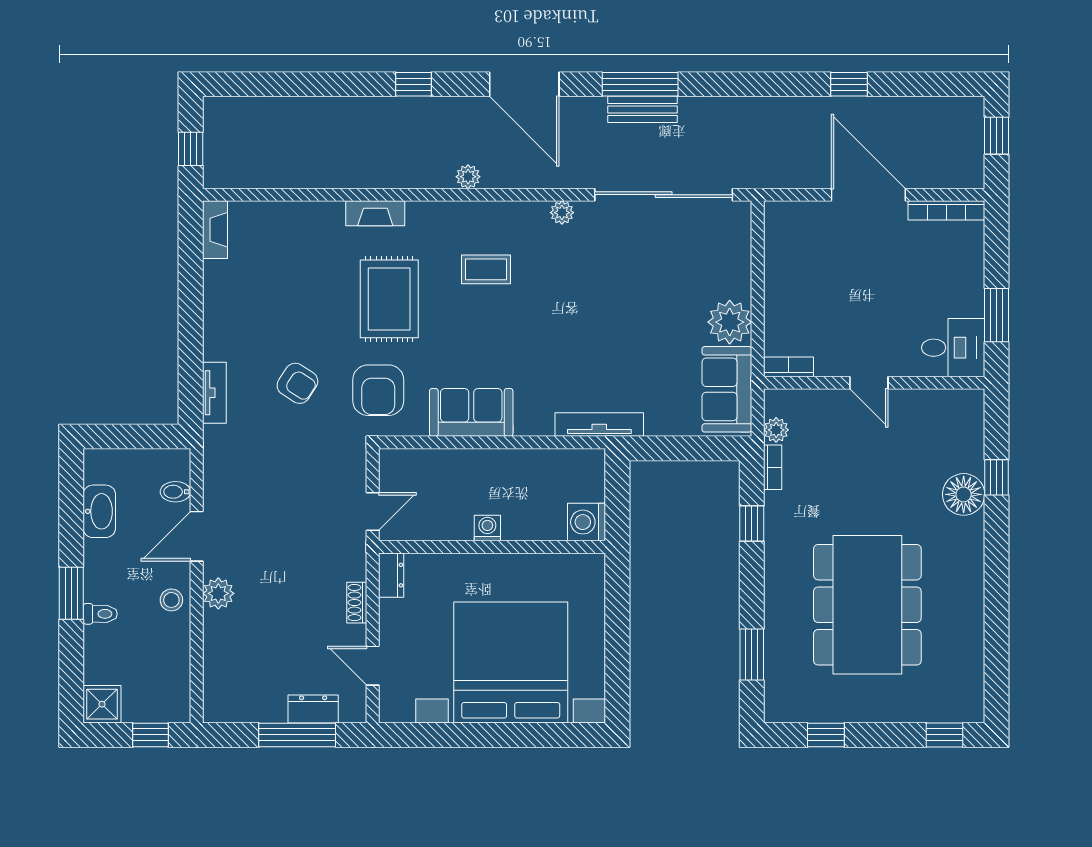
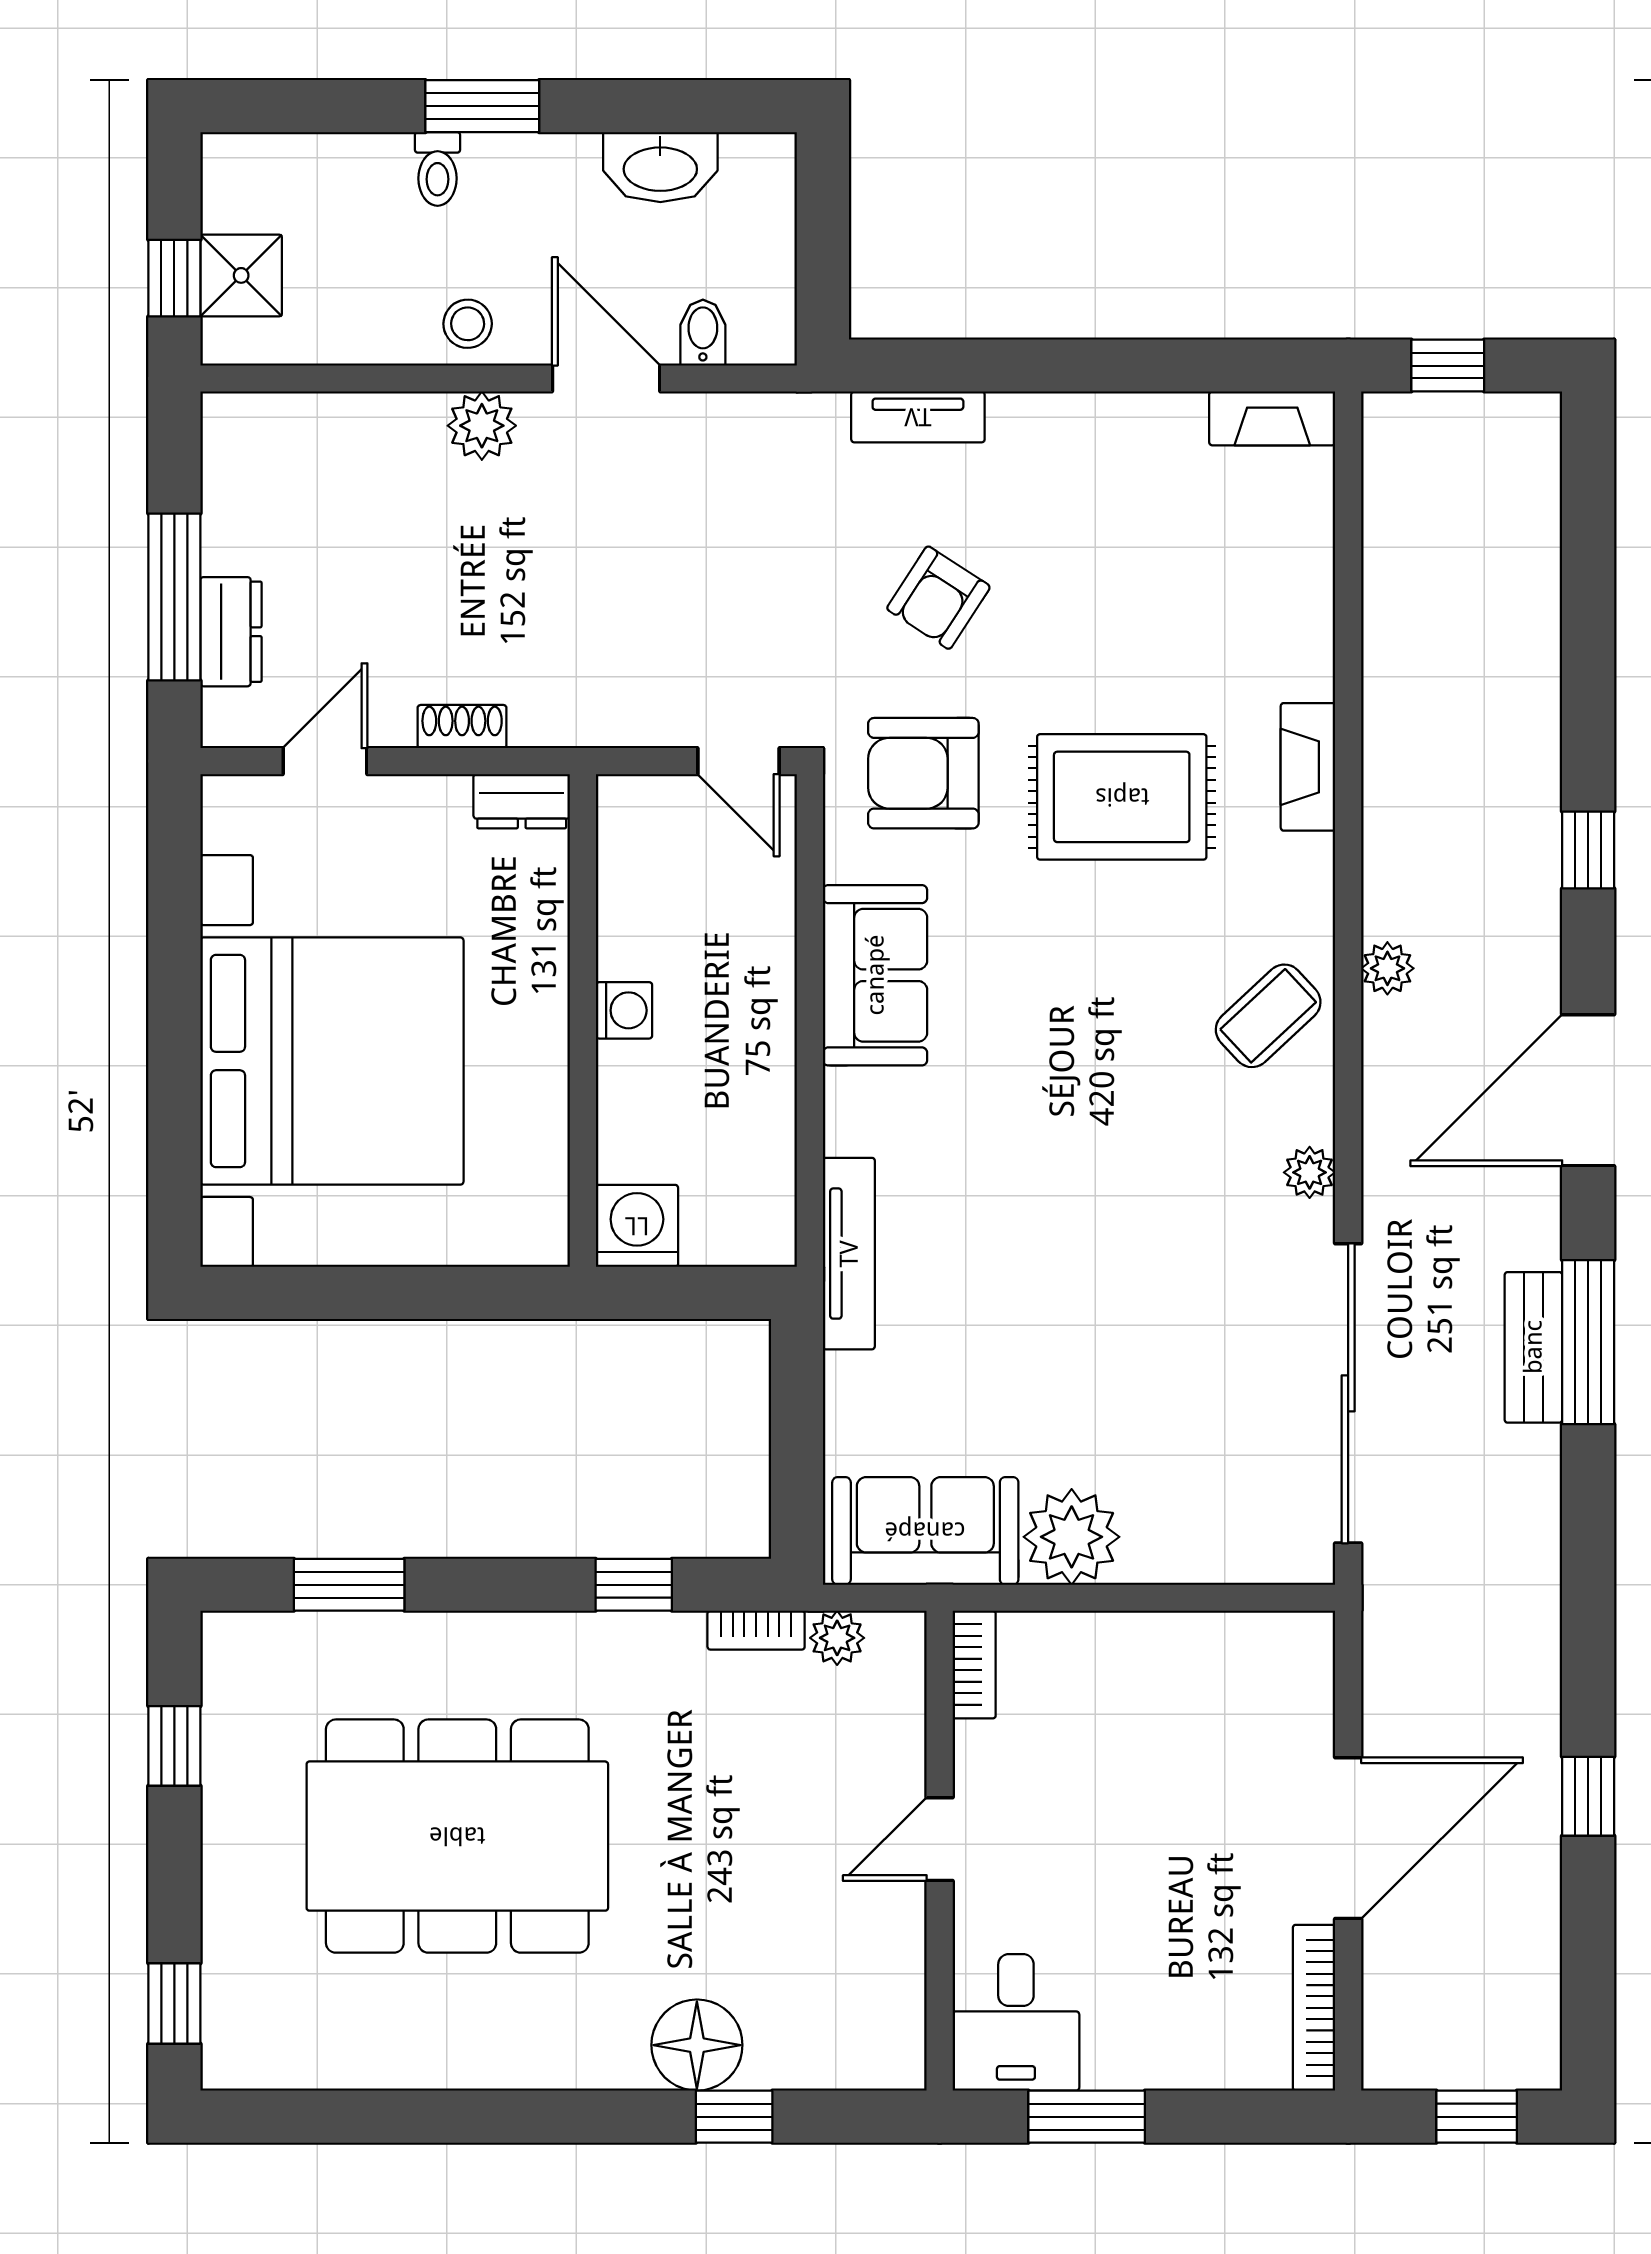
coffee table: (486, 269) -> (1268, 1016), moved, turned 47
door: (373, 511) -> (738, 761), moved
shower: (102, 704) -> (241, 275), moved

